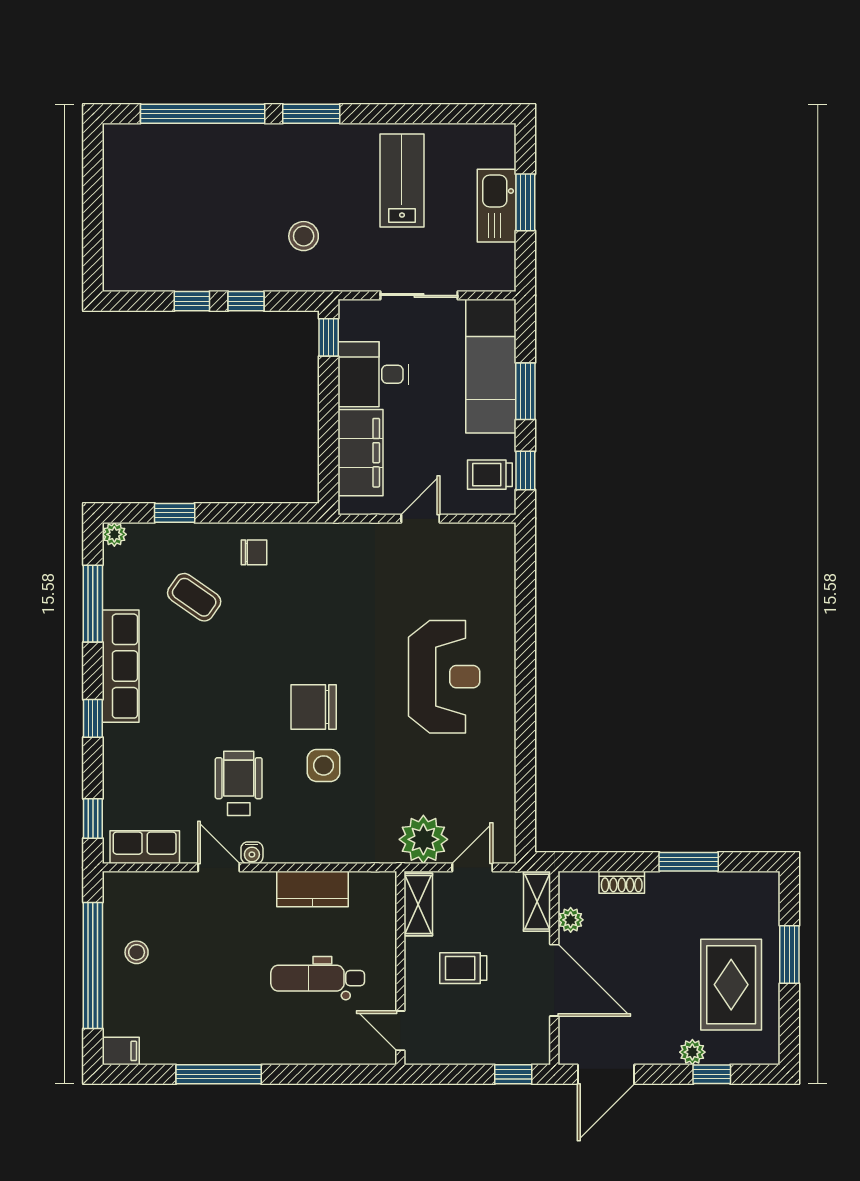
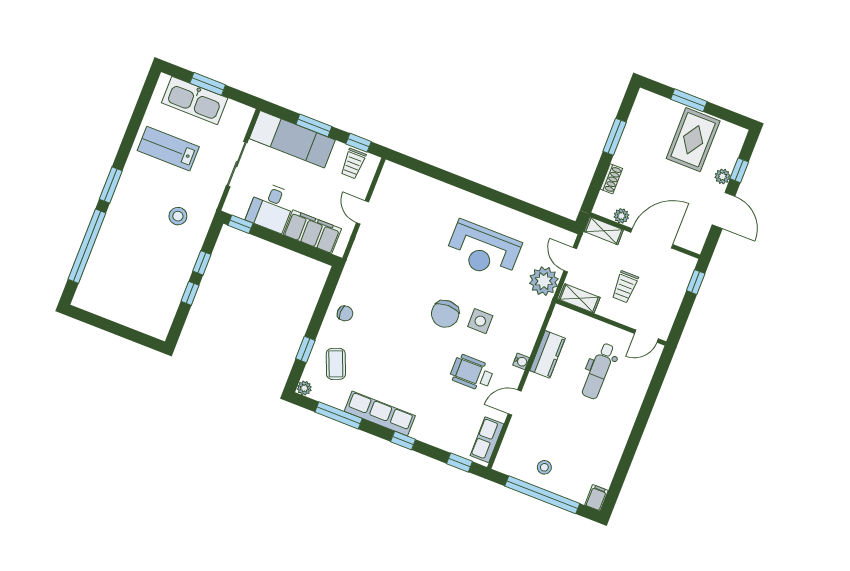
kitchen sink: (497, 206) -> (195, 100), width x1.36, depth x1.24
chair: (254, 552) -> (345, 313), turned 90
coffee table: (194, 597) -> (336, 364), moved, turned -57
reception desk: (444, 677) -> (483, 250), moved, turned 180
water cooler: (252, 853) -> (521, 361), moved
rug: (731, 985) -> (693, 140), turned 90
window: (219, 1074) -> (631, 448), removed
door: (606, 1074) -> (724, 210), moved

